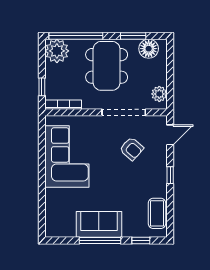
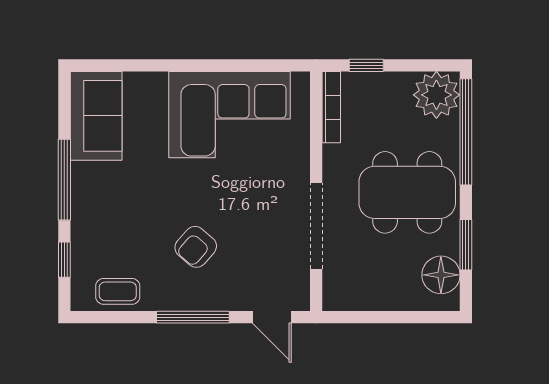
plant: (159, 94) -> (352, 296), removed
armchair: (132, 149) -> (196, 247), moved
window: (170, 175) -> (193, 317), width x2.17
coffee table: (157, 213) -> (118, 291), width x0.73, depth x0.77
sofa: (99, 224) -> (96, 116), moved

